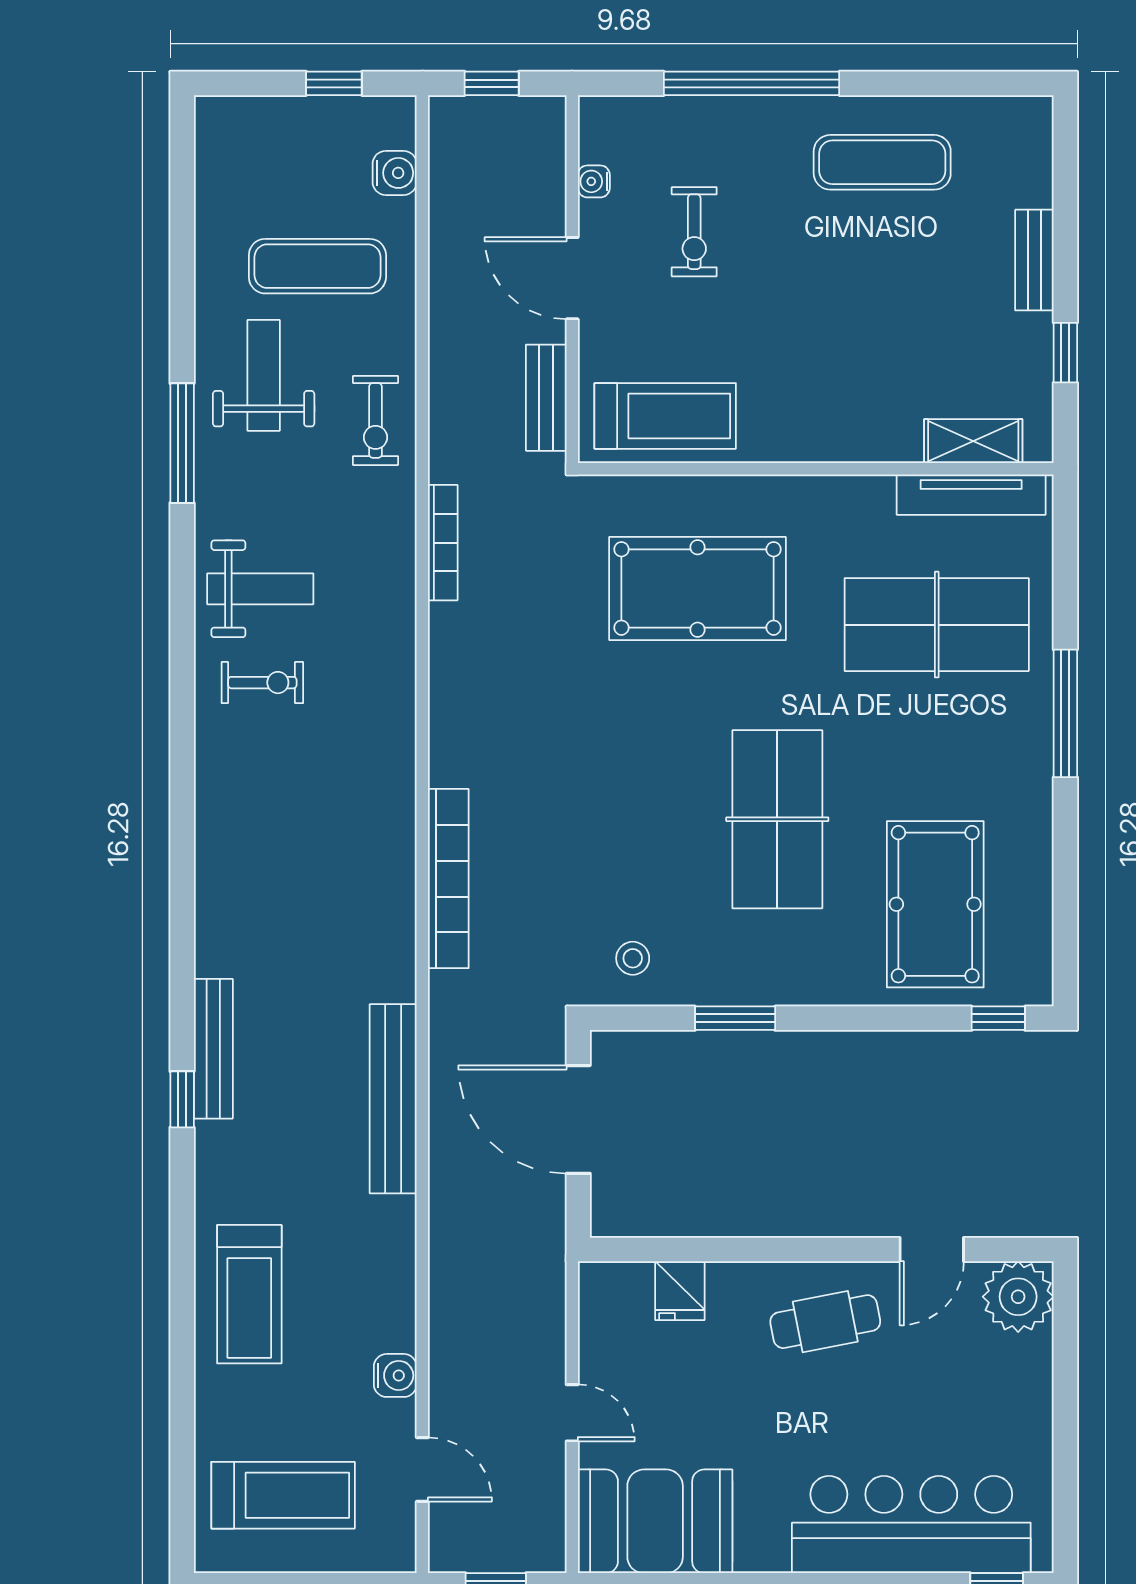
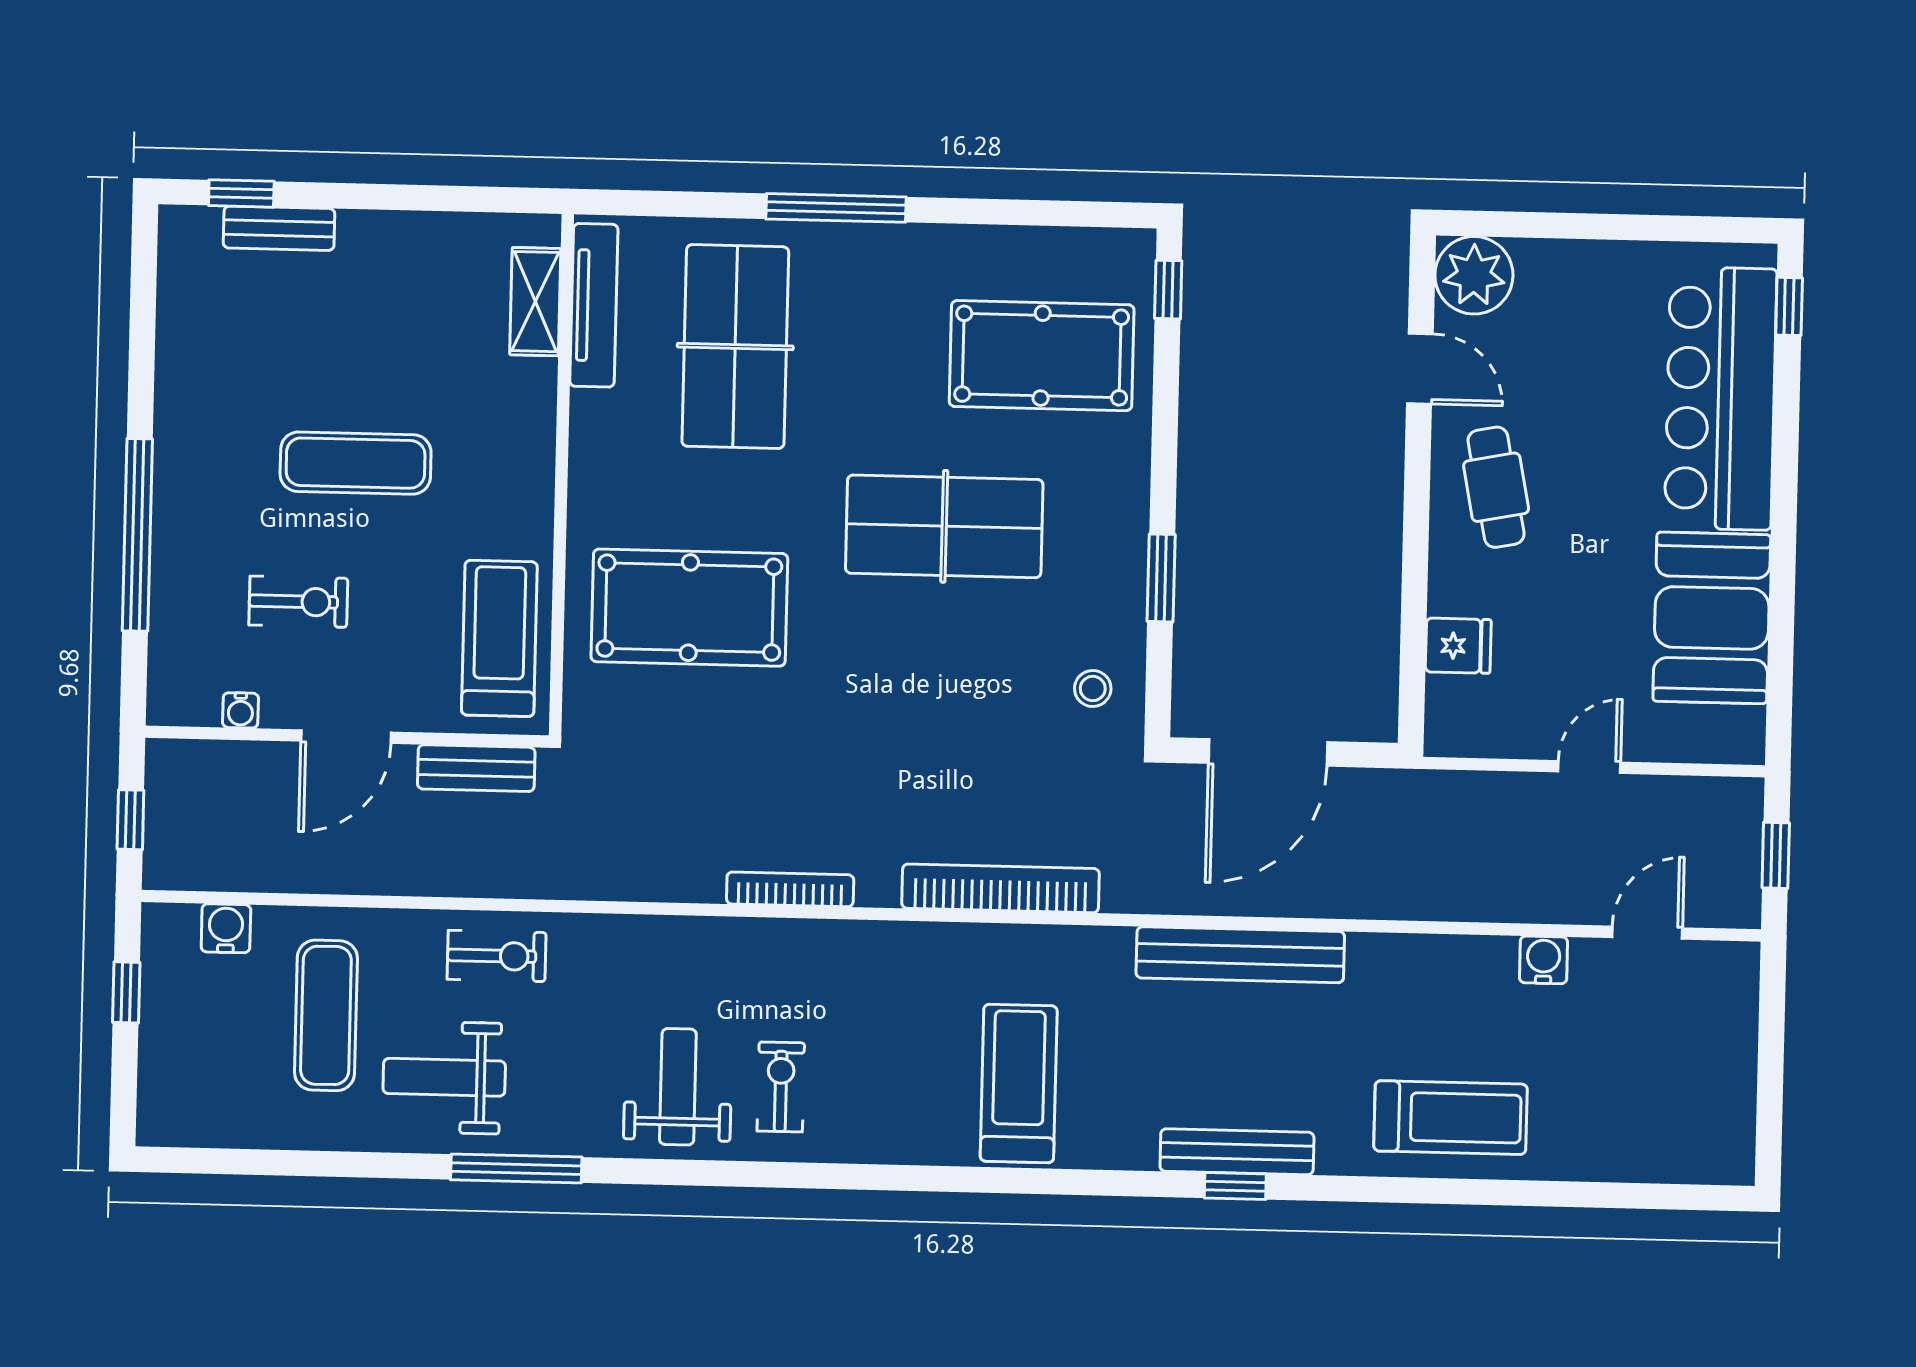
exercise mat: (882, 162) -> (356, 463), moved, turned 90
bench: (1034, 260) -> (279, 228), moved
window: (1065, 353) -> (241, 193), moved
bookcase: (443, 543) -> (790, 889), moved
pool table: (698, 588) -> (689, 608), turned 90
bench: (213, 1049) -> (1237, 1152), moved
treadmill: (283, 1495) -> (1019, 1083), moved
booth: (655, 1521) -> (1712, 618), moved

